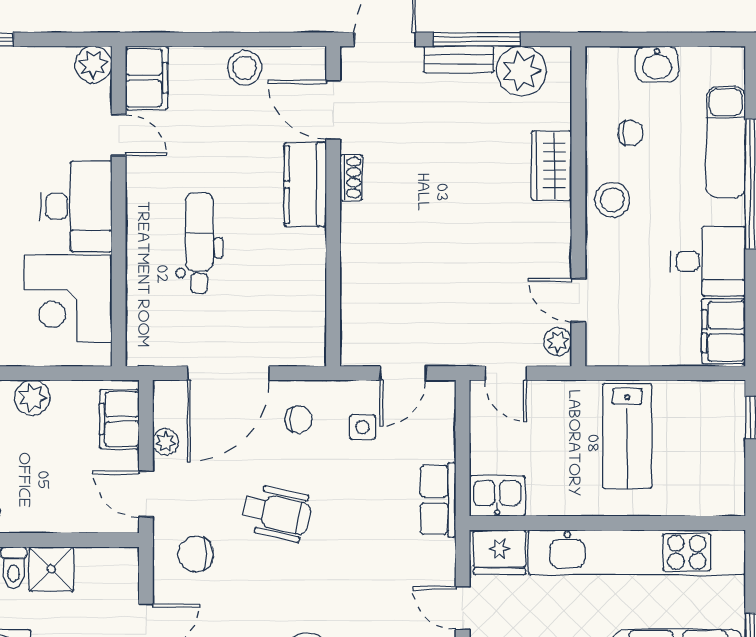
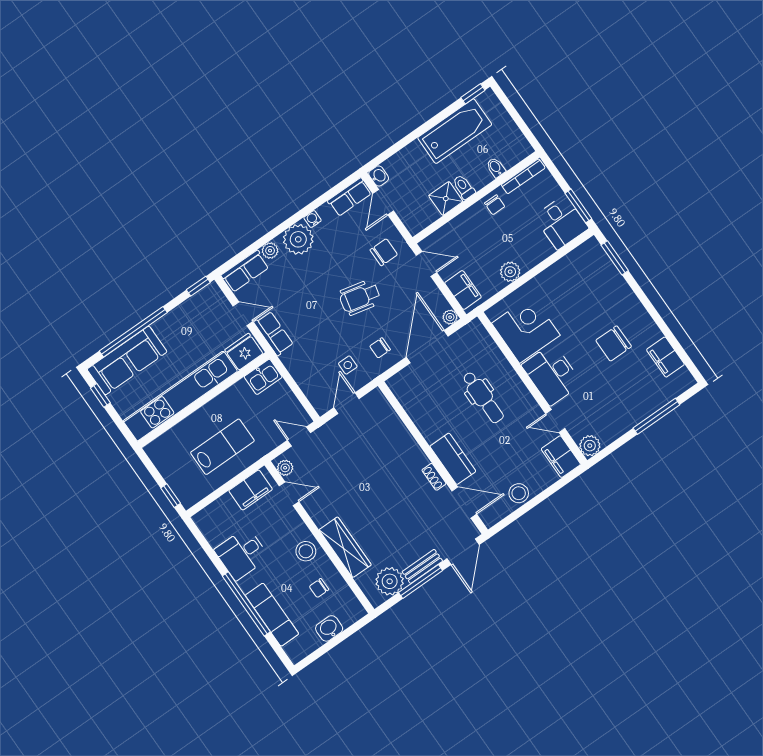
wardrobe: (551, 166) -> (345, 547), width x1.50
filing cabinet: (724, 331) -> (251, 490), moved, turned 90
lab bench: (627, 436) -> (222, 447), turned 90
plant: (166, 442) -> (450, 317), moved
row of seats: (438, 500) -> (274, 333), moved

